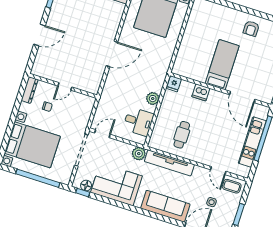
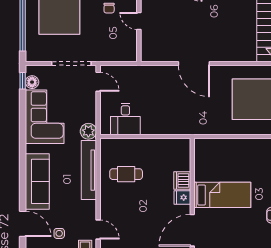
fridge: (174, 84) -> (182, 197), moved
plant: (153, 99) -> (157, 127), removed
door: (218, 171) -> (98, 230), swing flipped

